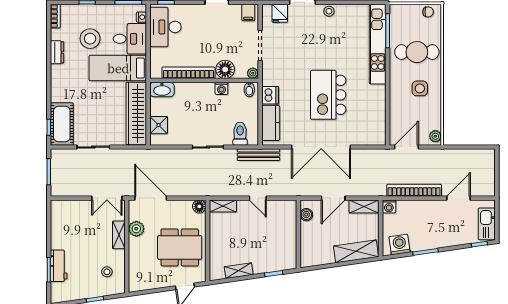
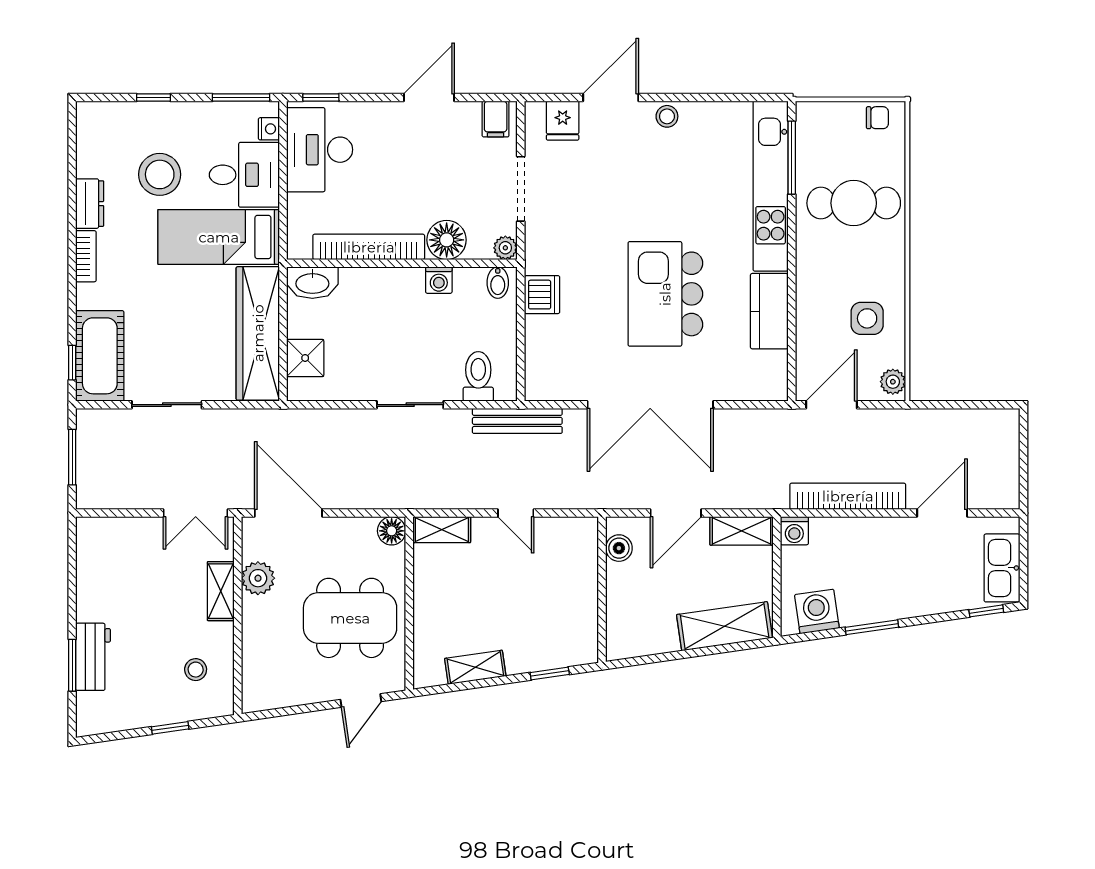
bookcase: (55, 16) -> (86, 256), moved
side table: (420, 88) -> (867, 318), moved
kitchen counter: (271, 123) -> (769, 311), moved, turned 180

